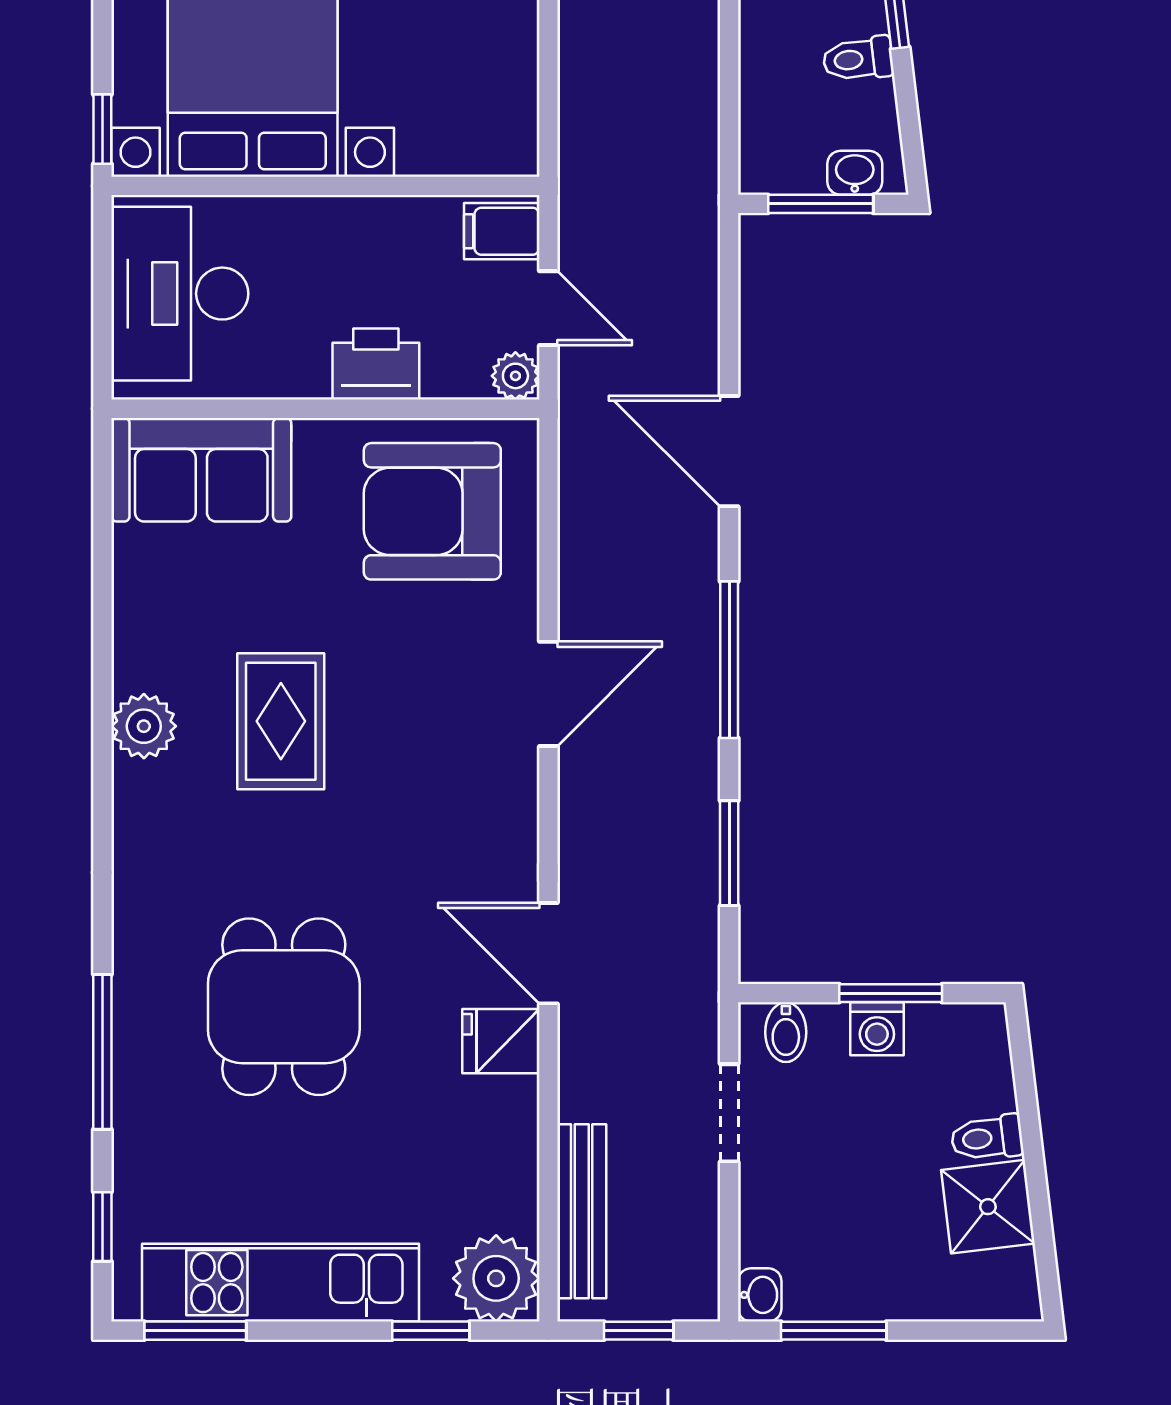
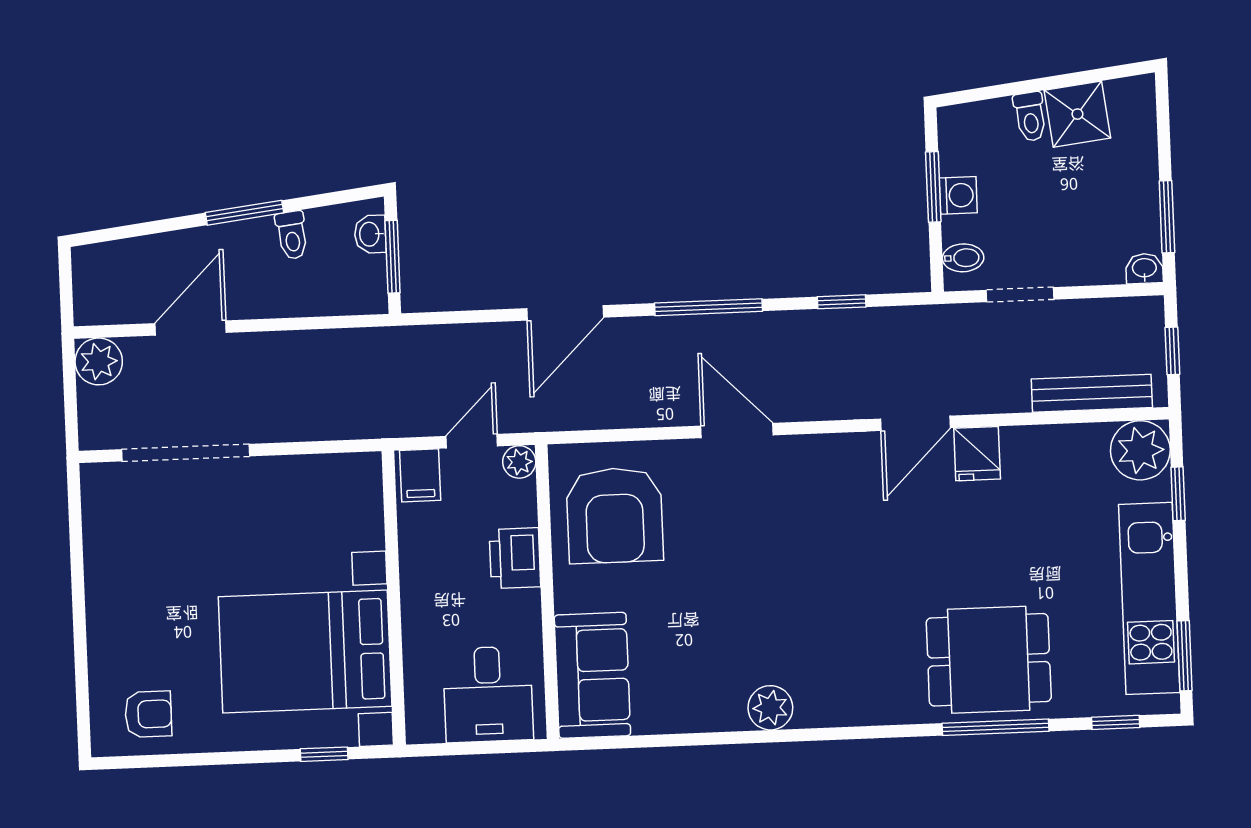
window: (102, 129) -> (324, 754), moved
desk: (180, 294) -> (488, 694), width x0.73
rug: (281, 721) -> (763, 614), removed
window: (729, 853) -> (842, 302), width x0.67
dining table: (284, 1007) -> (989, 660), moved

